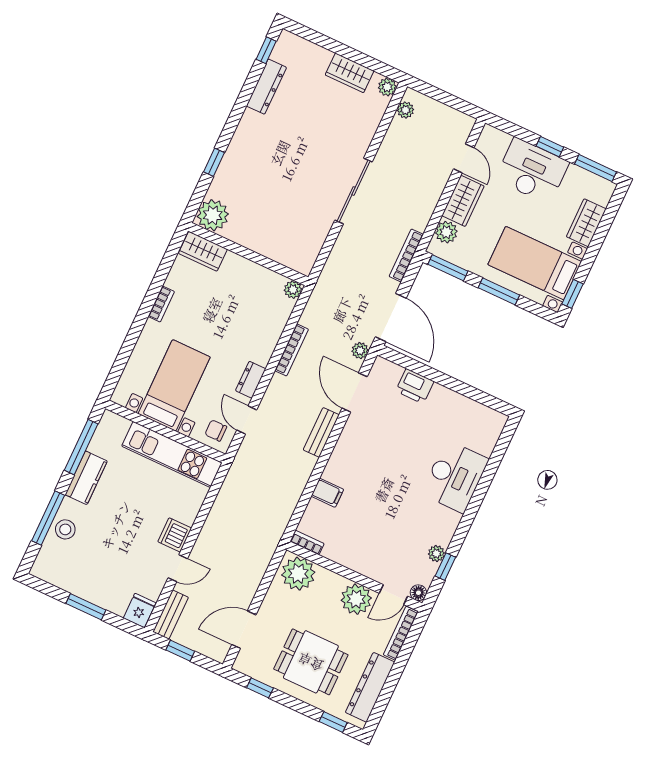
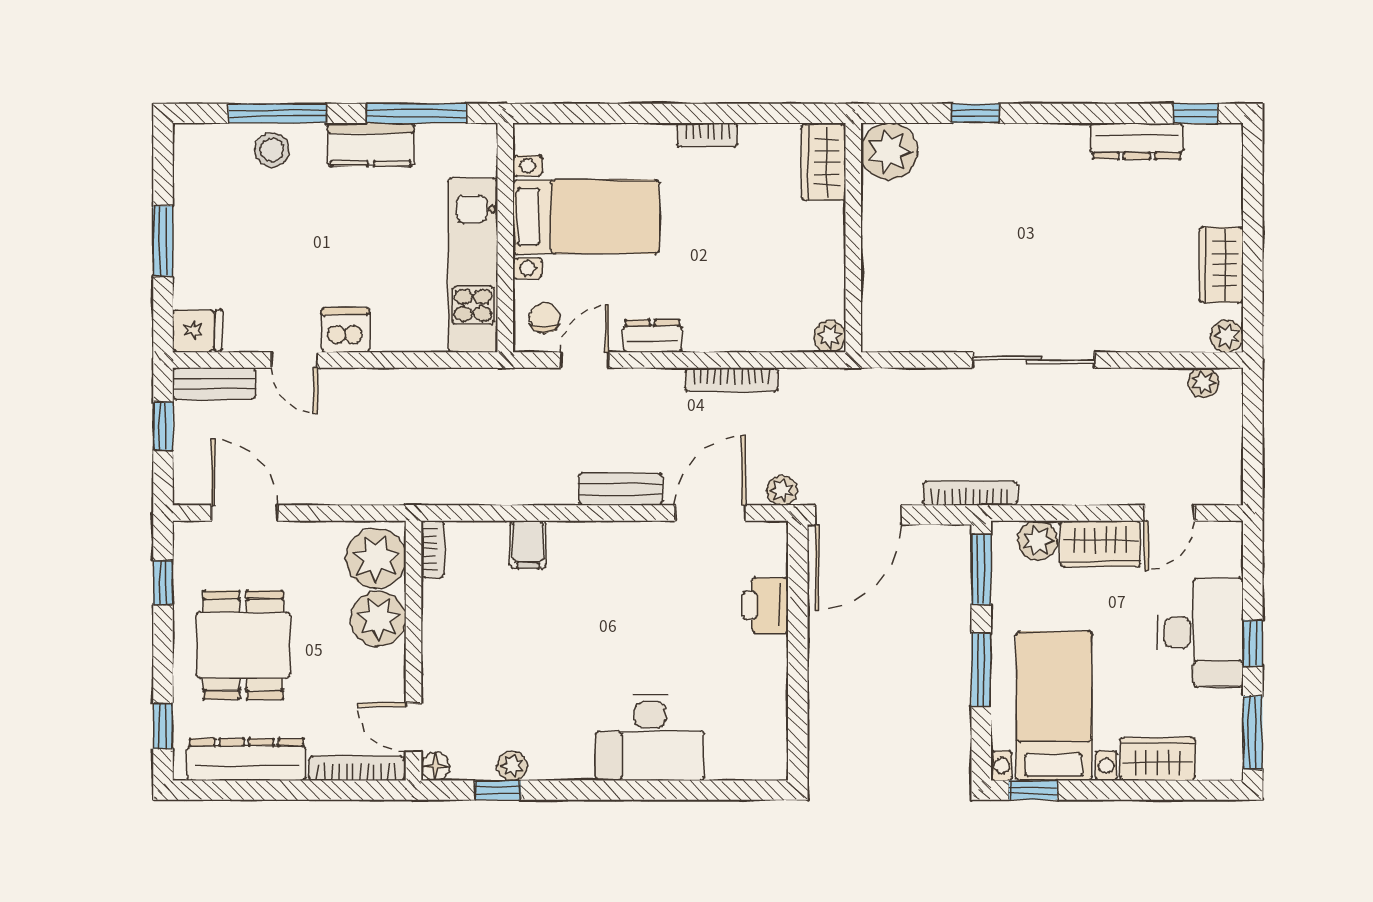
plant: (356, 599) -> (378, 619), moved

